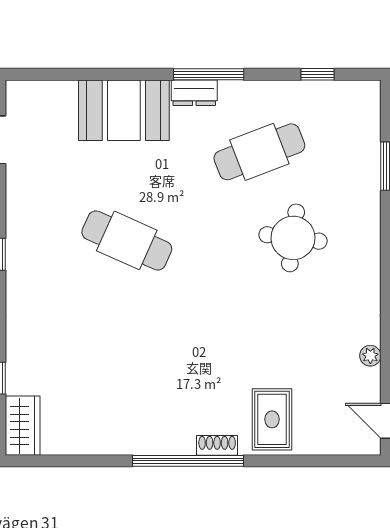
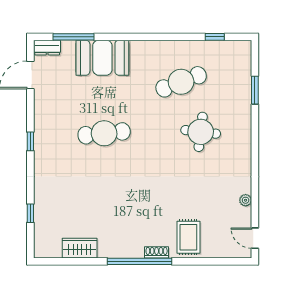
window: (209, 74) -> (73, 37), moved
dresser: (194, 93) -> (47, 48), moved
cafe table: (127, 240) -> (104, 133), turned -30
wardrobe: (23, 426) -> (80, 248), moved, turned -90

